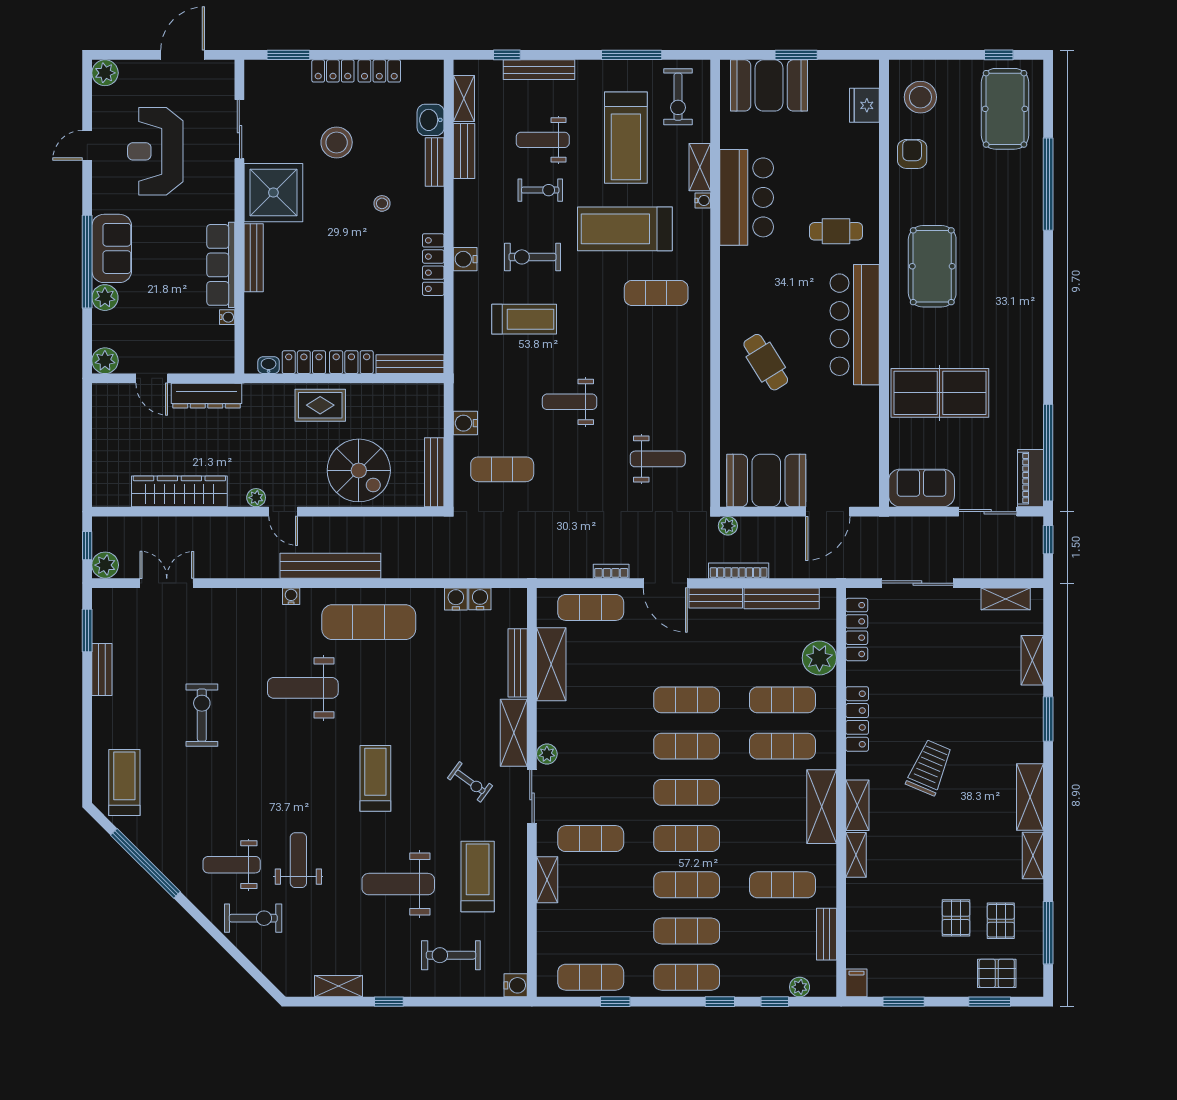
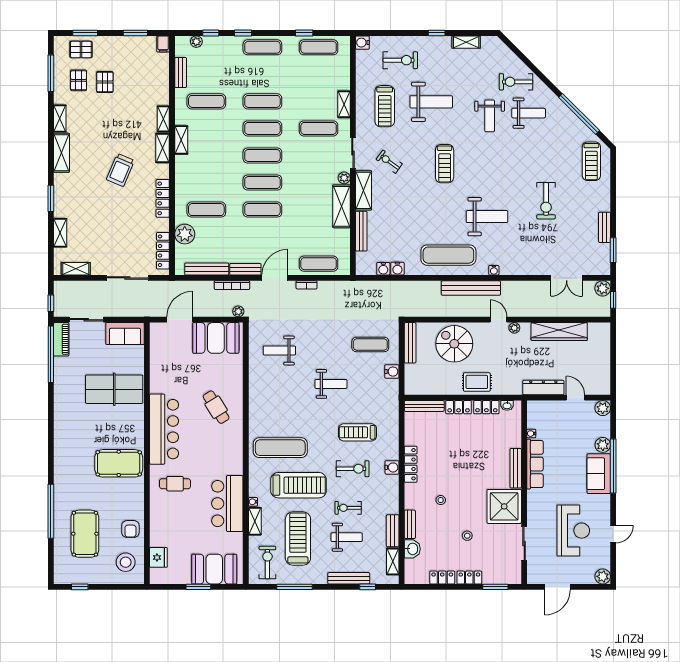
pool table: (1005, 109) -> (85, 534), moved
stool: (337, 142) -> (467, 536), width x0.53, depth x0.53
pool table: (932, 266) -> (119, 463), turned 90
exercise mat: (656, 293) -> (280, 448), width x1.36, depth x1.45
door: (665, 583) -> (275, 278), hinge flipped
shelving: (551, 664) -> (342, 206), moved
exercise mat: (782, 746) -> (206, 183), removed
shelving: (822, 807) -> (181, 140), width x0.67, depth x0.75
exercise mat: (687, 931) -> (262, 74), removed

